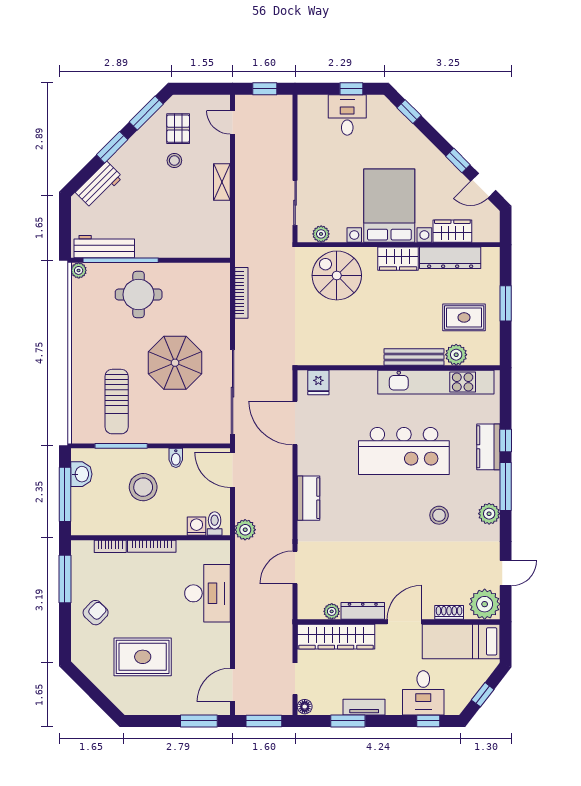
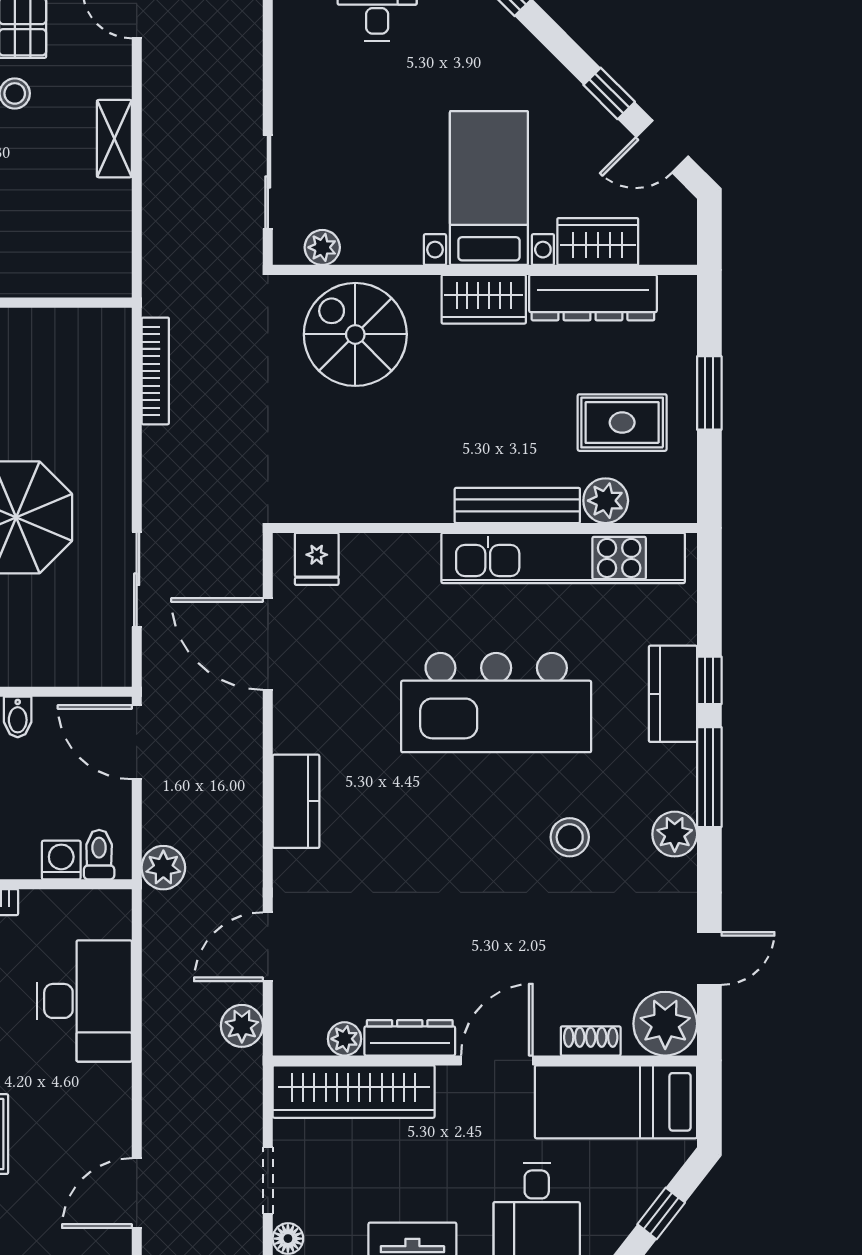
bed with nightstands: (389, 206) -> (489, 188), width x0.73
sliding door: (233, 392) -> (137, 579), width x0.54
plant: (283, 605) -> (242, 1026), added

